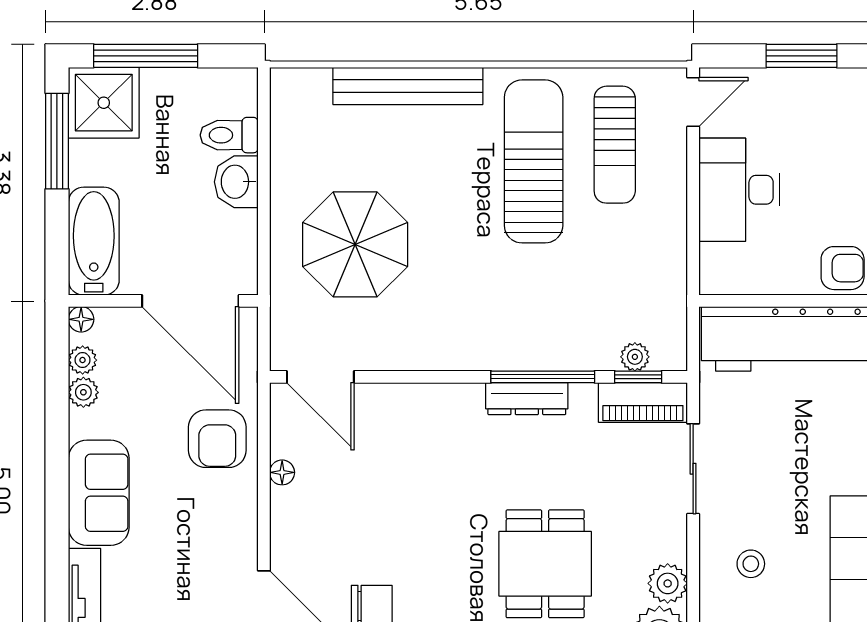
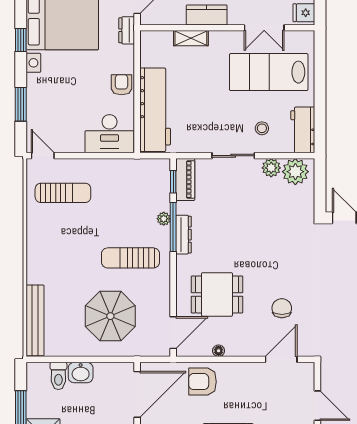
bench: (408, 86) -> (35, 320), moved
sun lounger: (534, 161) -> (131, 258), moved, width x0.73, depth x0.75
desk: (739, 190) -> (110, 134), moved
plant: (635, 357) -> (164, 219), moved
armchair: (217, 439) -> (203, 382), turned 180
sliding door: (693, 469) -> (233, 156), moved
dining table: (545, 564) -> (217, 294), moved

